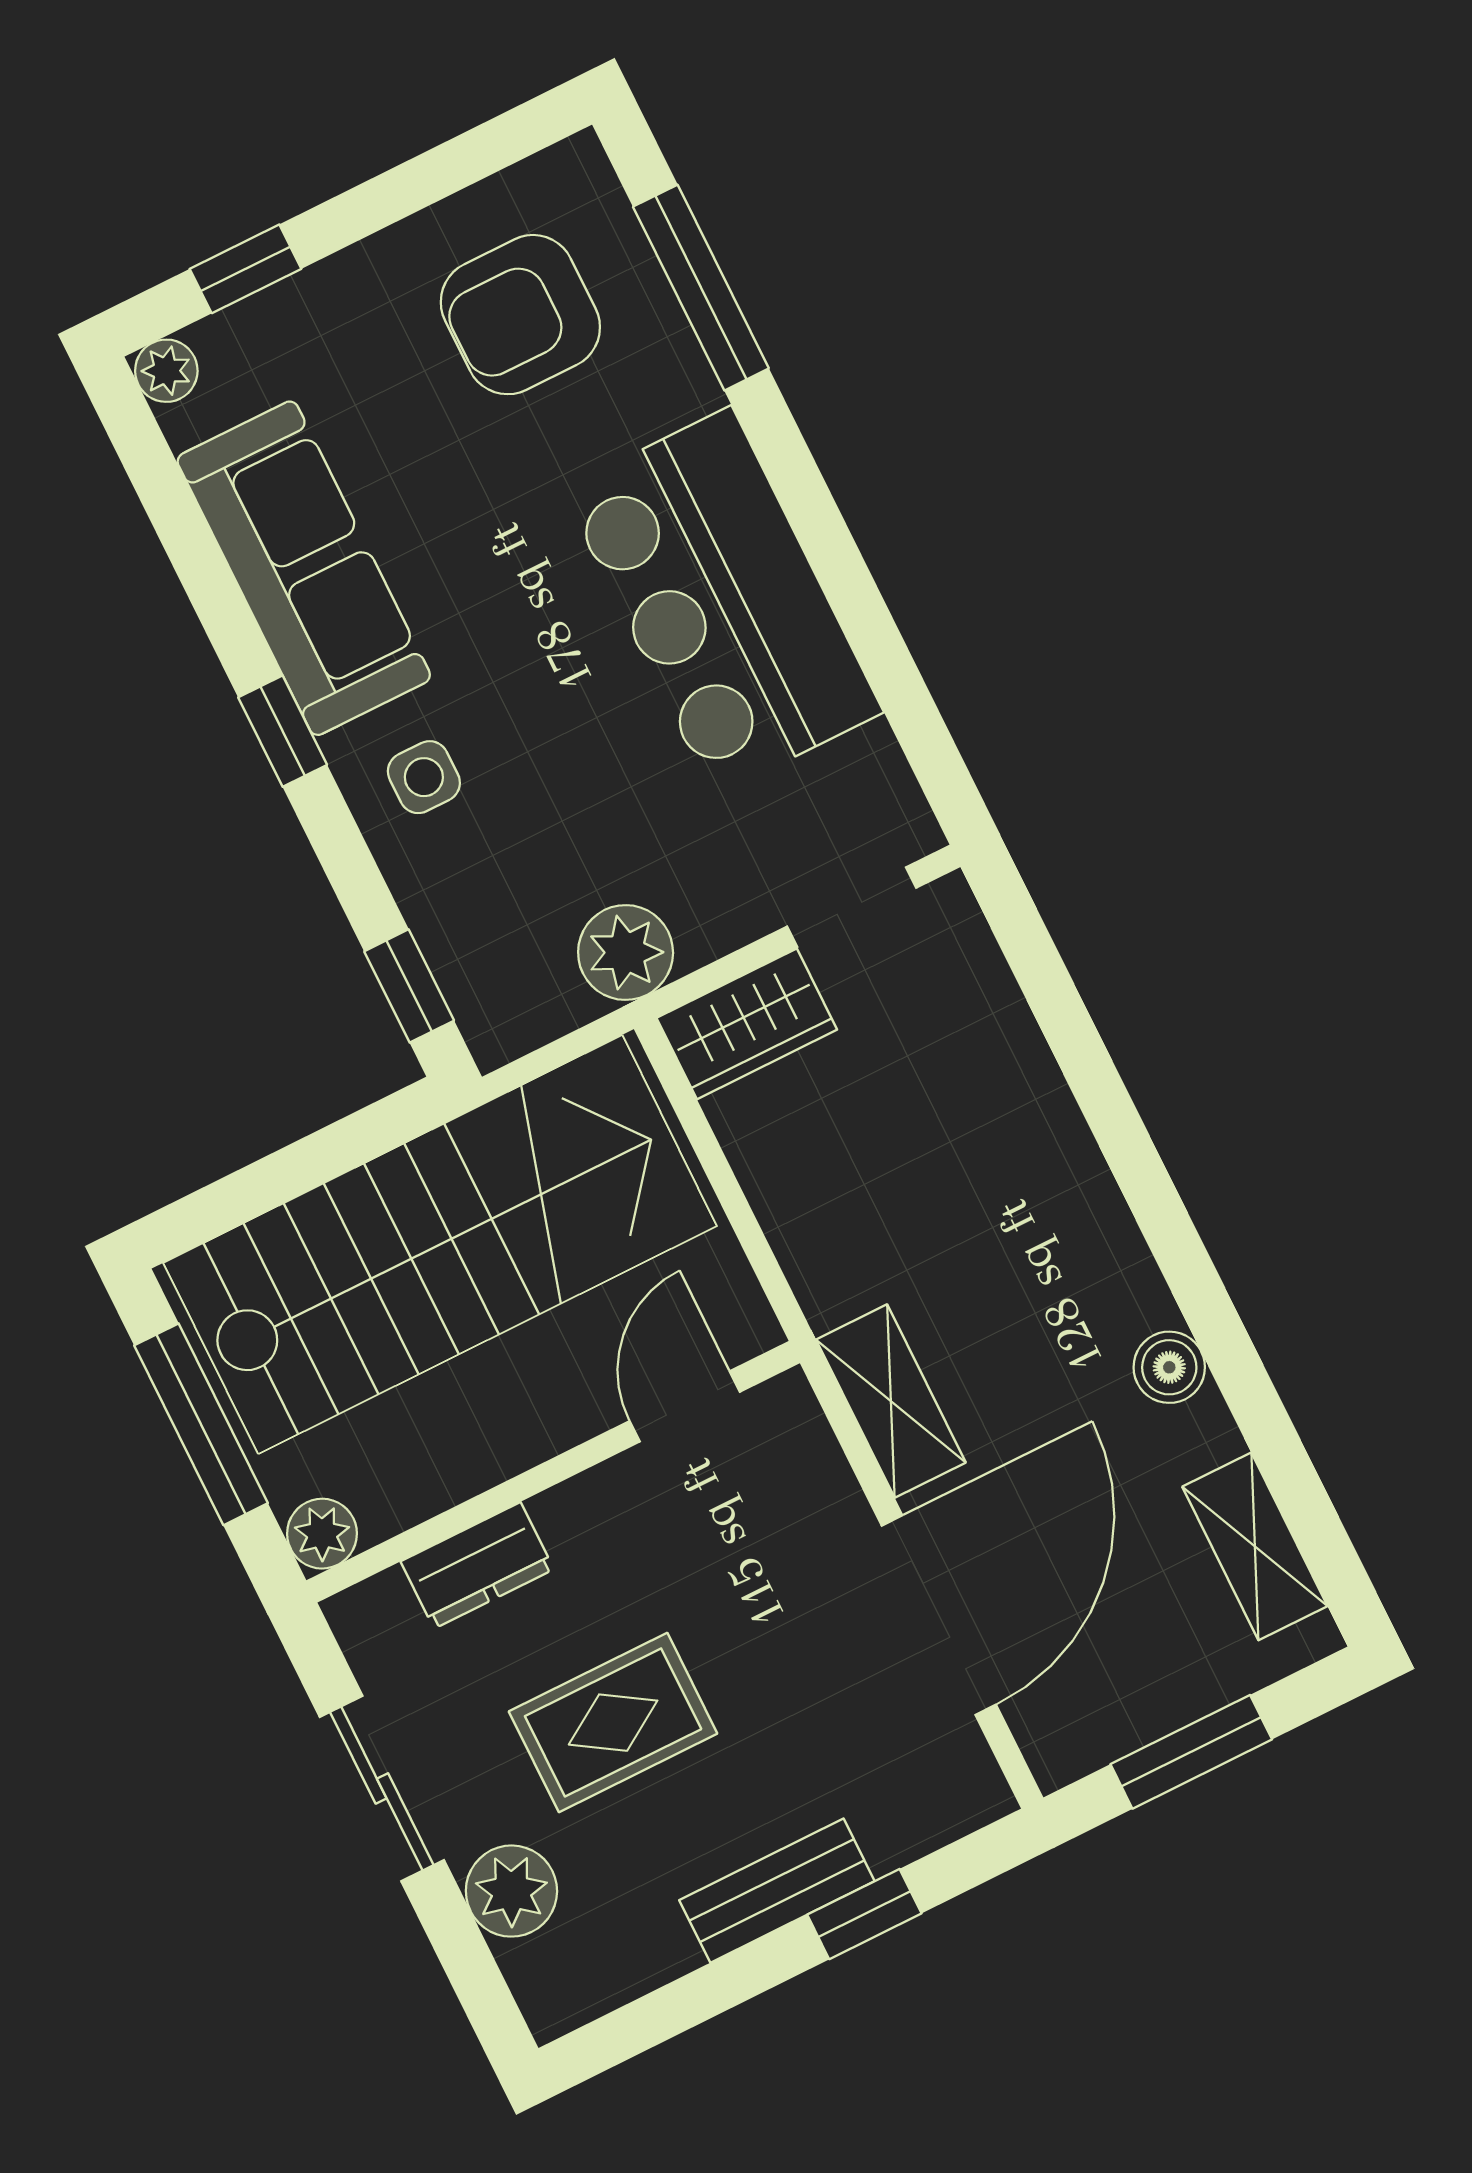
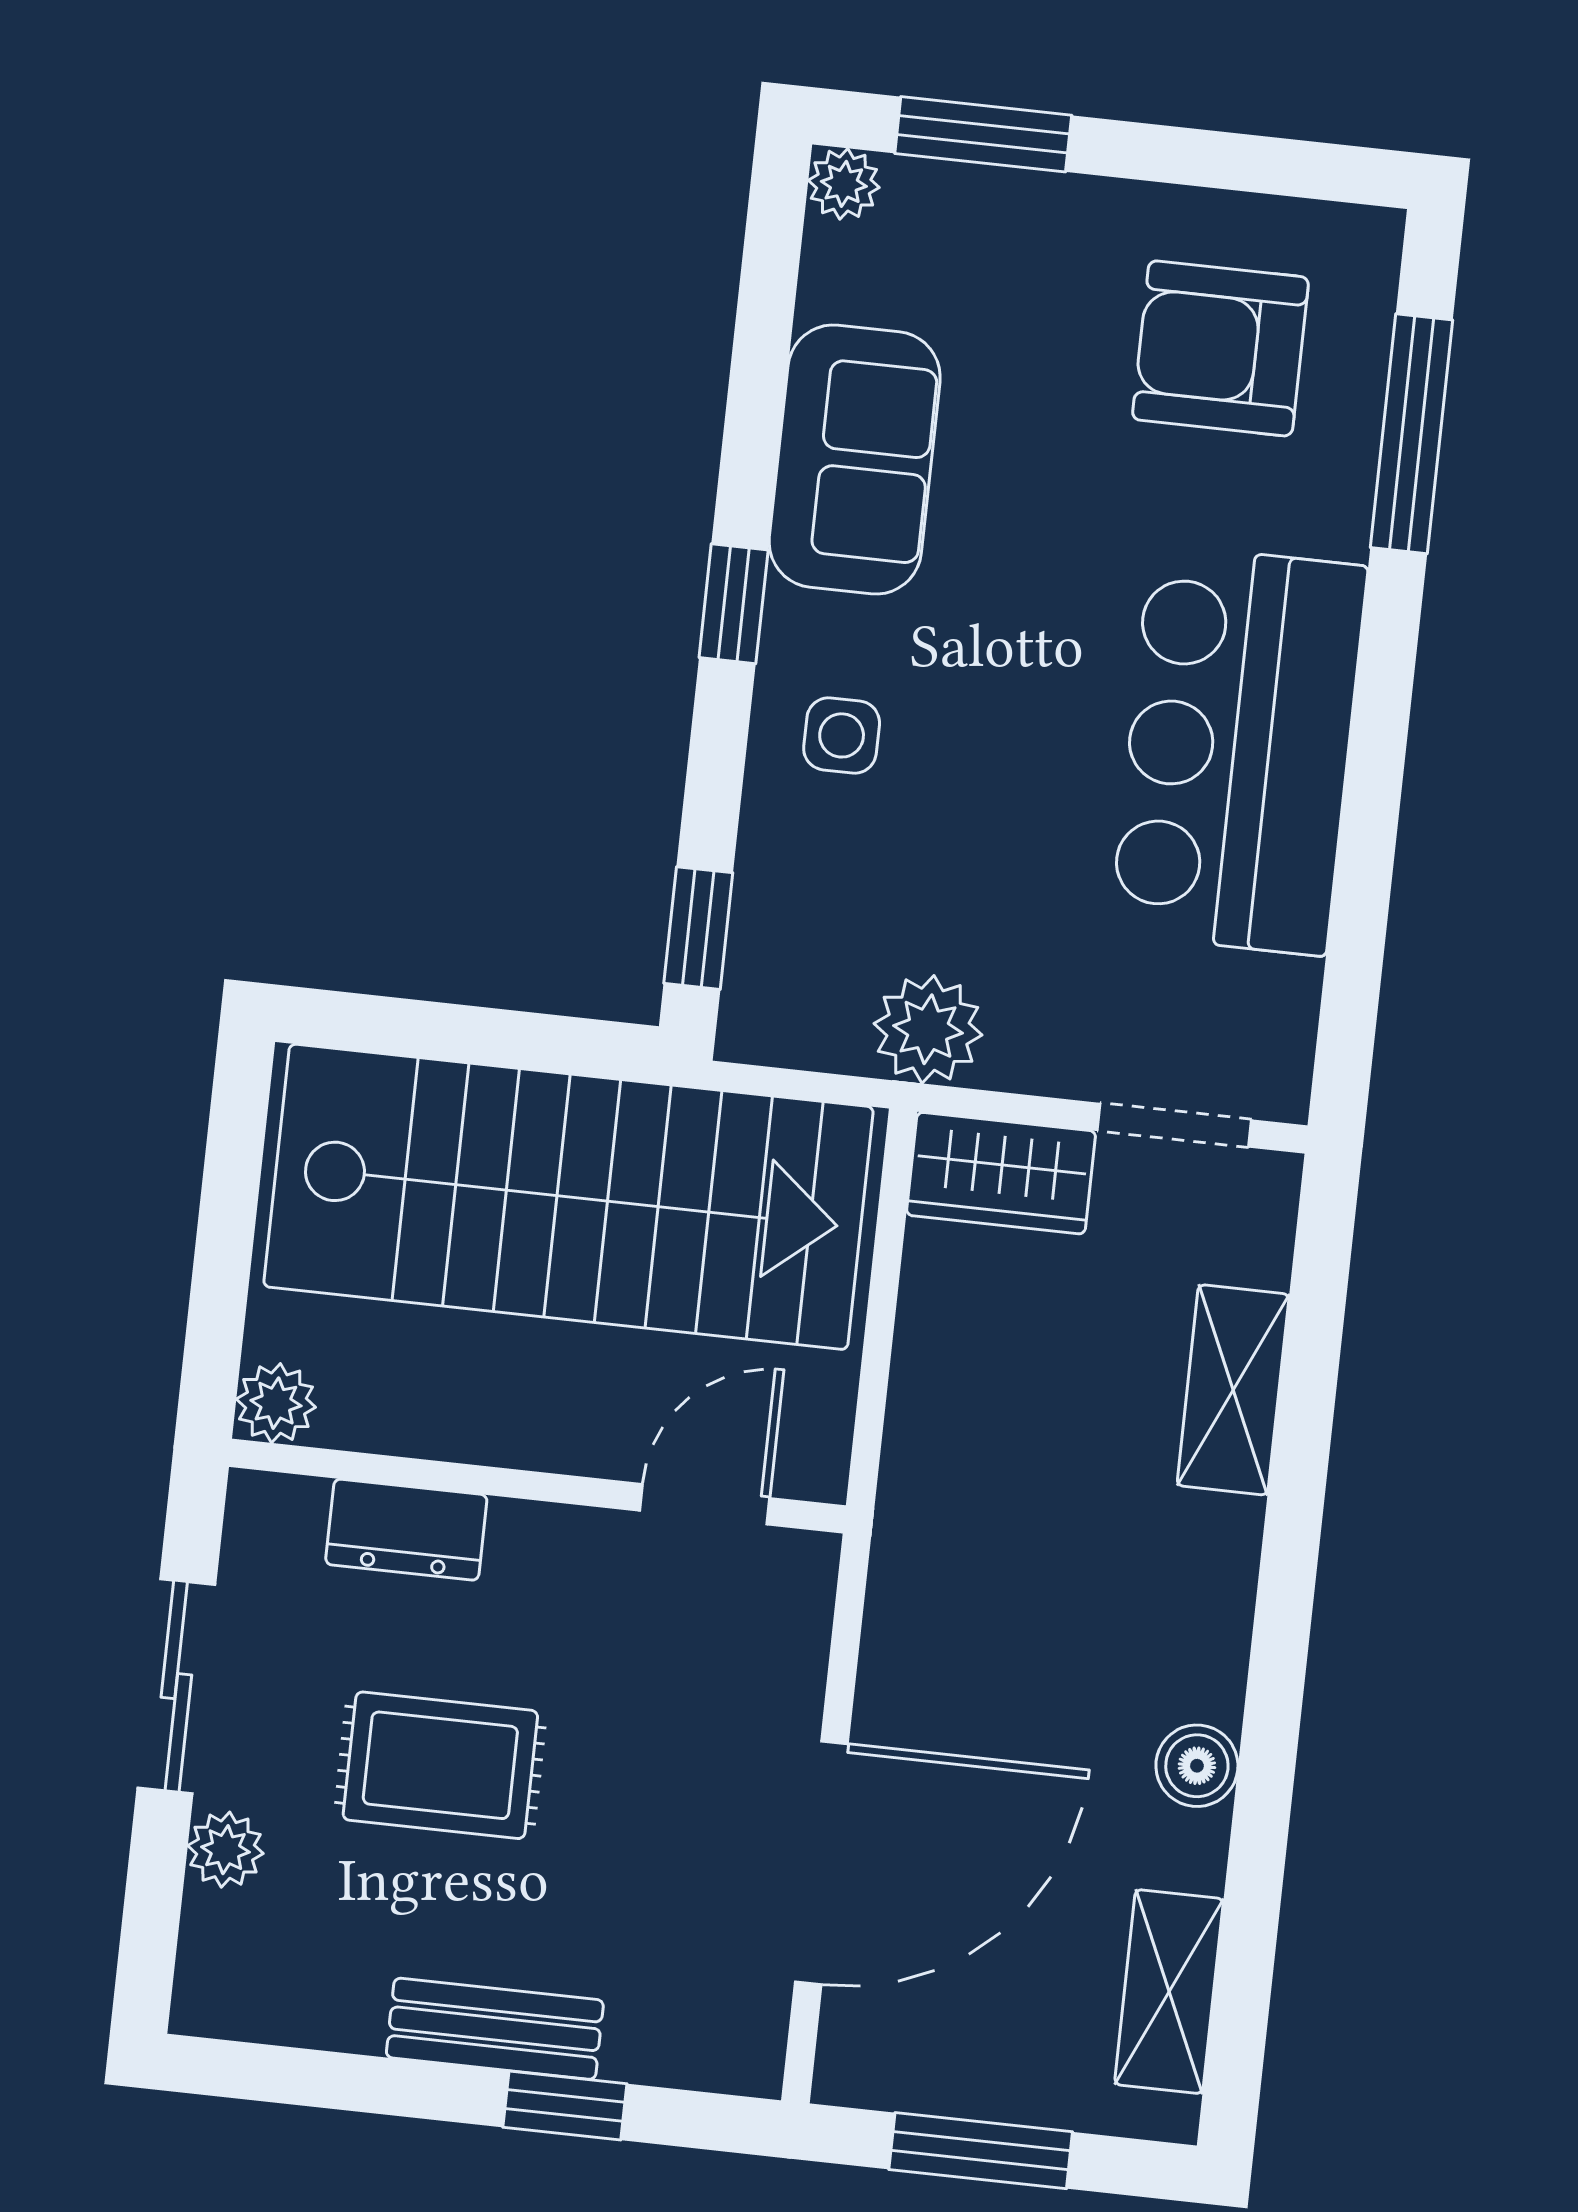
window: (245, 269) -> (983, 134), width x1.50
sofa: (304, 568) -> (855, 460), width x0.73
shelving: (891, 1401) -> (1233, 1390), moved
window: (201, 1424) -> (227, 1223), removed
plant: (511, 1891) -> (225, 1850), width x0.73, depth x0.73

